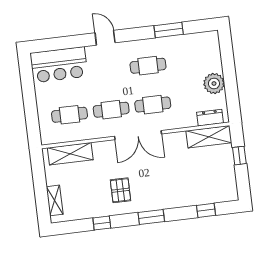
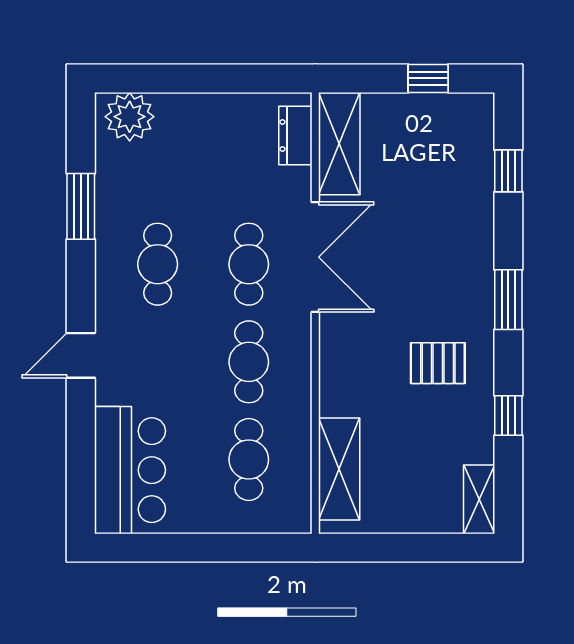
plant: (214, 83) -> (130, 117), moved
double door: (138, 135) -> (315, 257), moved
window: (239, 156) -> (428, 78), moved
shelving: (55, 200) -> (479, 499), moved, turned 90

